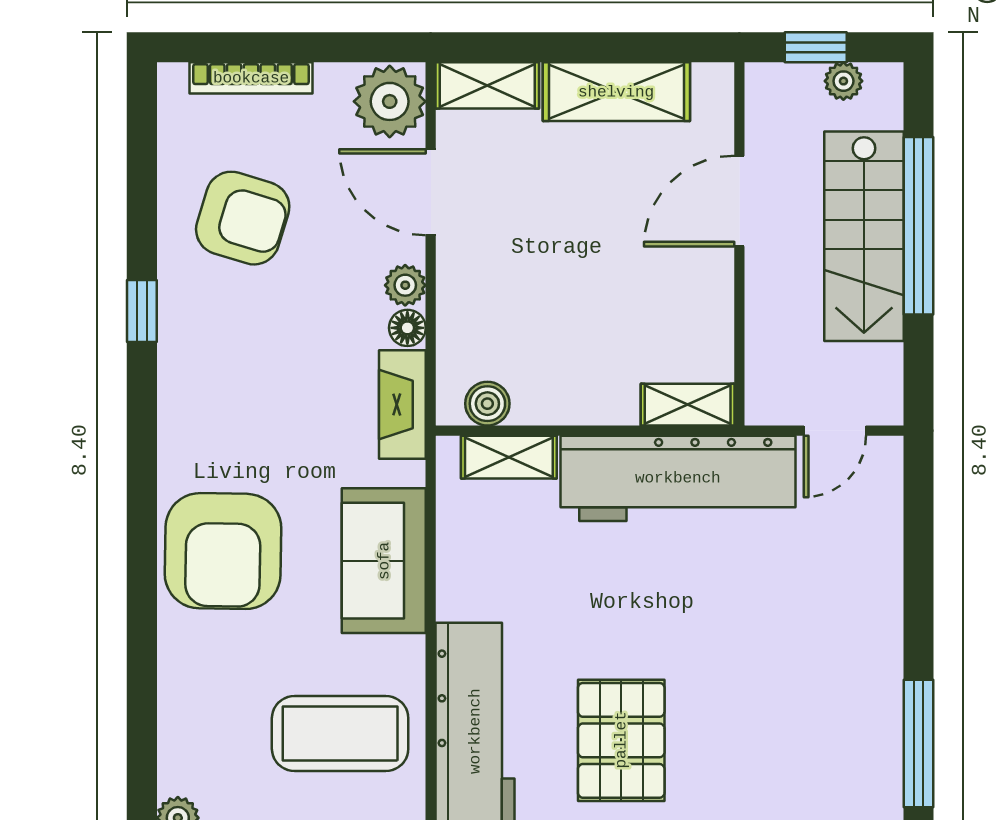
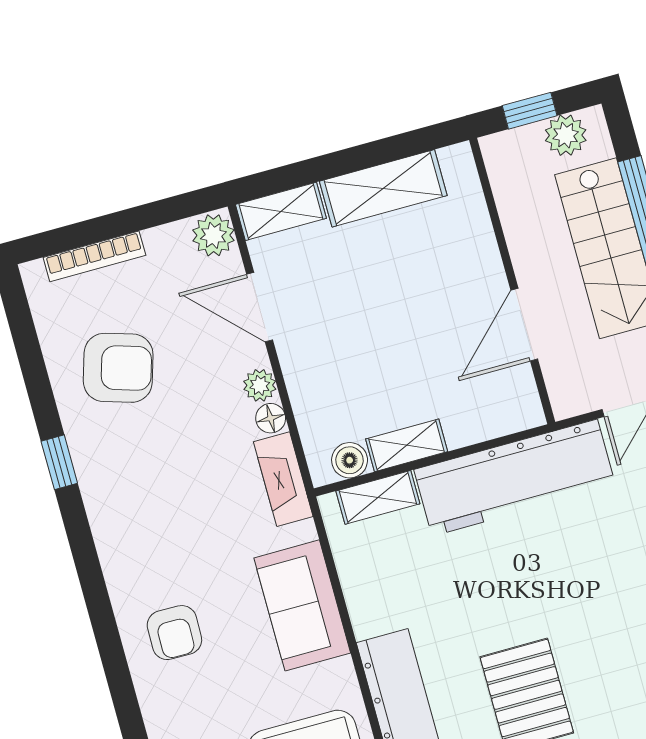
plant: (843, 81) -> (566, 135), width x1.38, depth x1.38
plant: (390, 101) -> (213, 235), width x0.73, depth x0.73
door: (739, 201) -> (524, 325), moved
shelving: (688, 405) -> (407, 445), moved
armchair: (223, 551) -> (174, 633), width x0.53, depth x0.53

